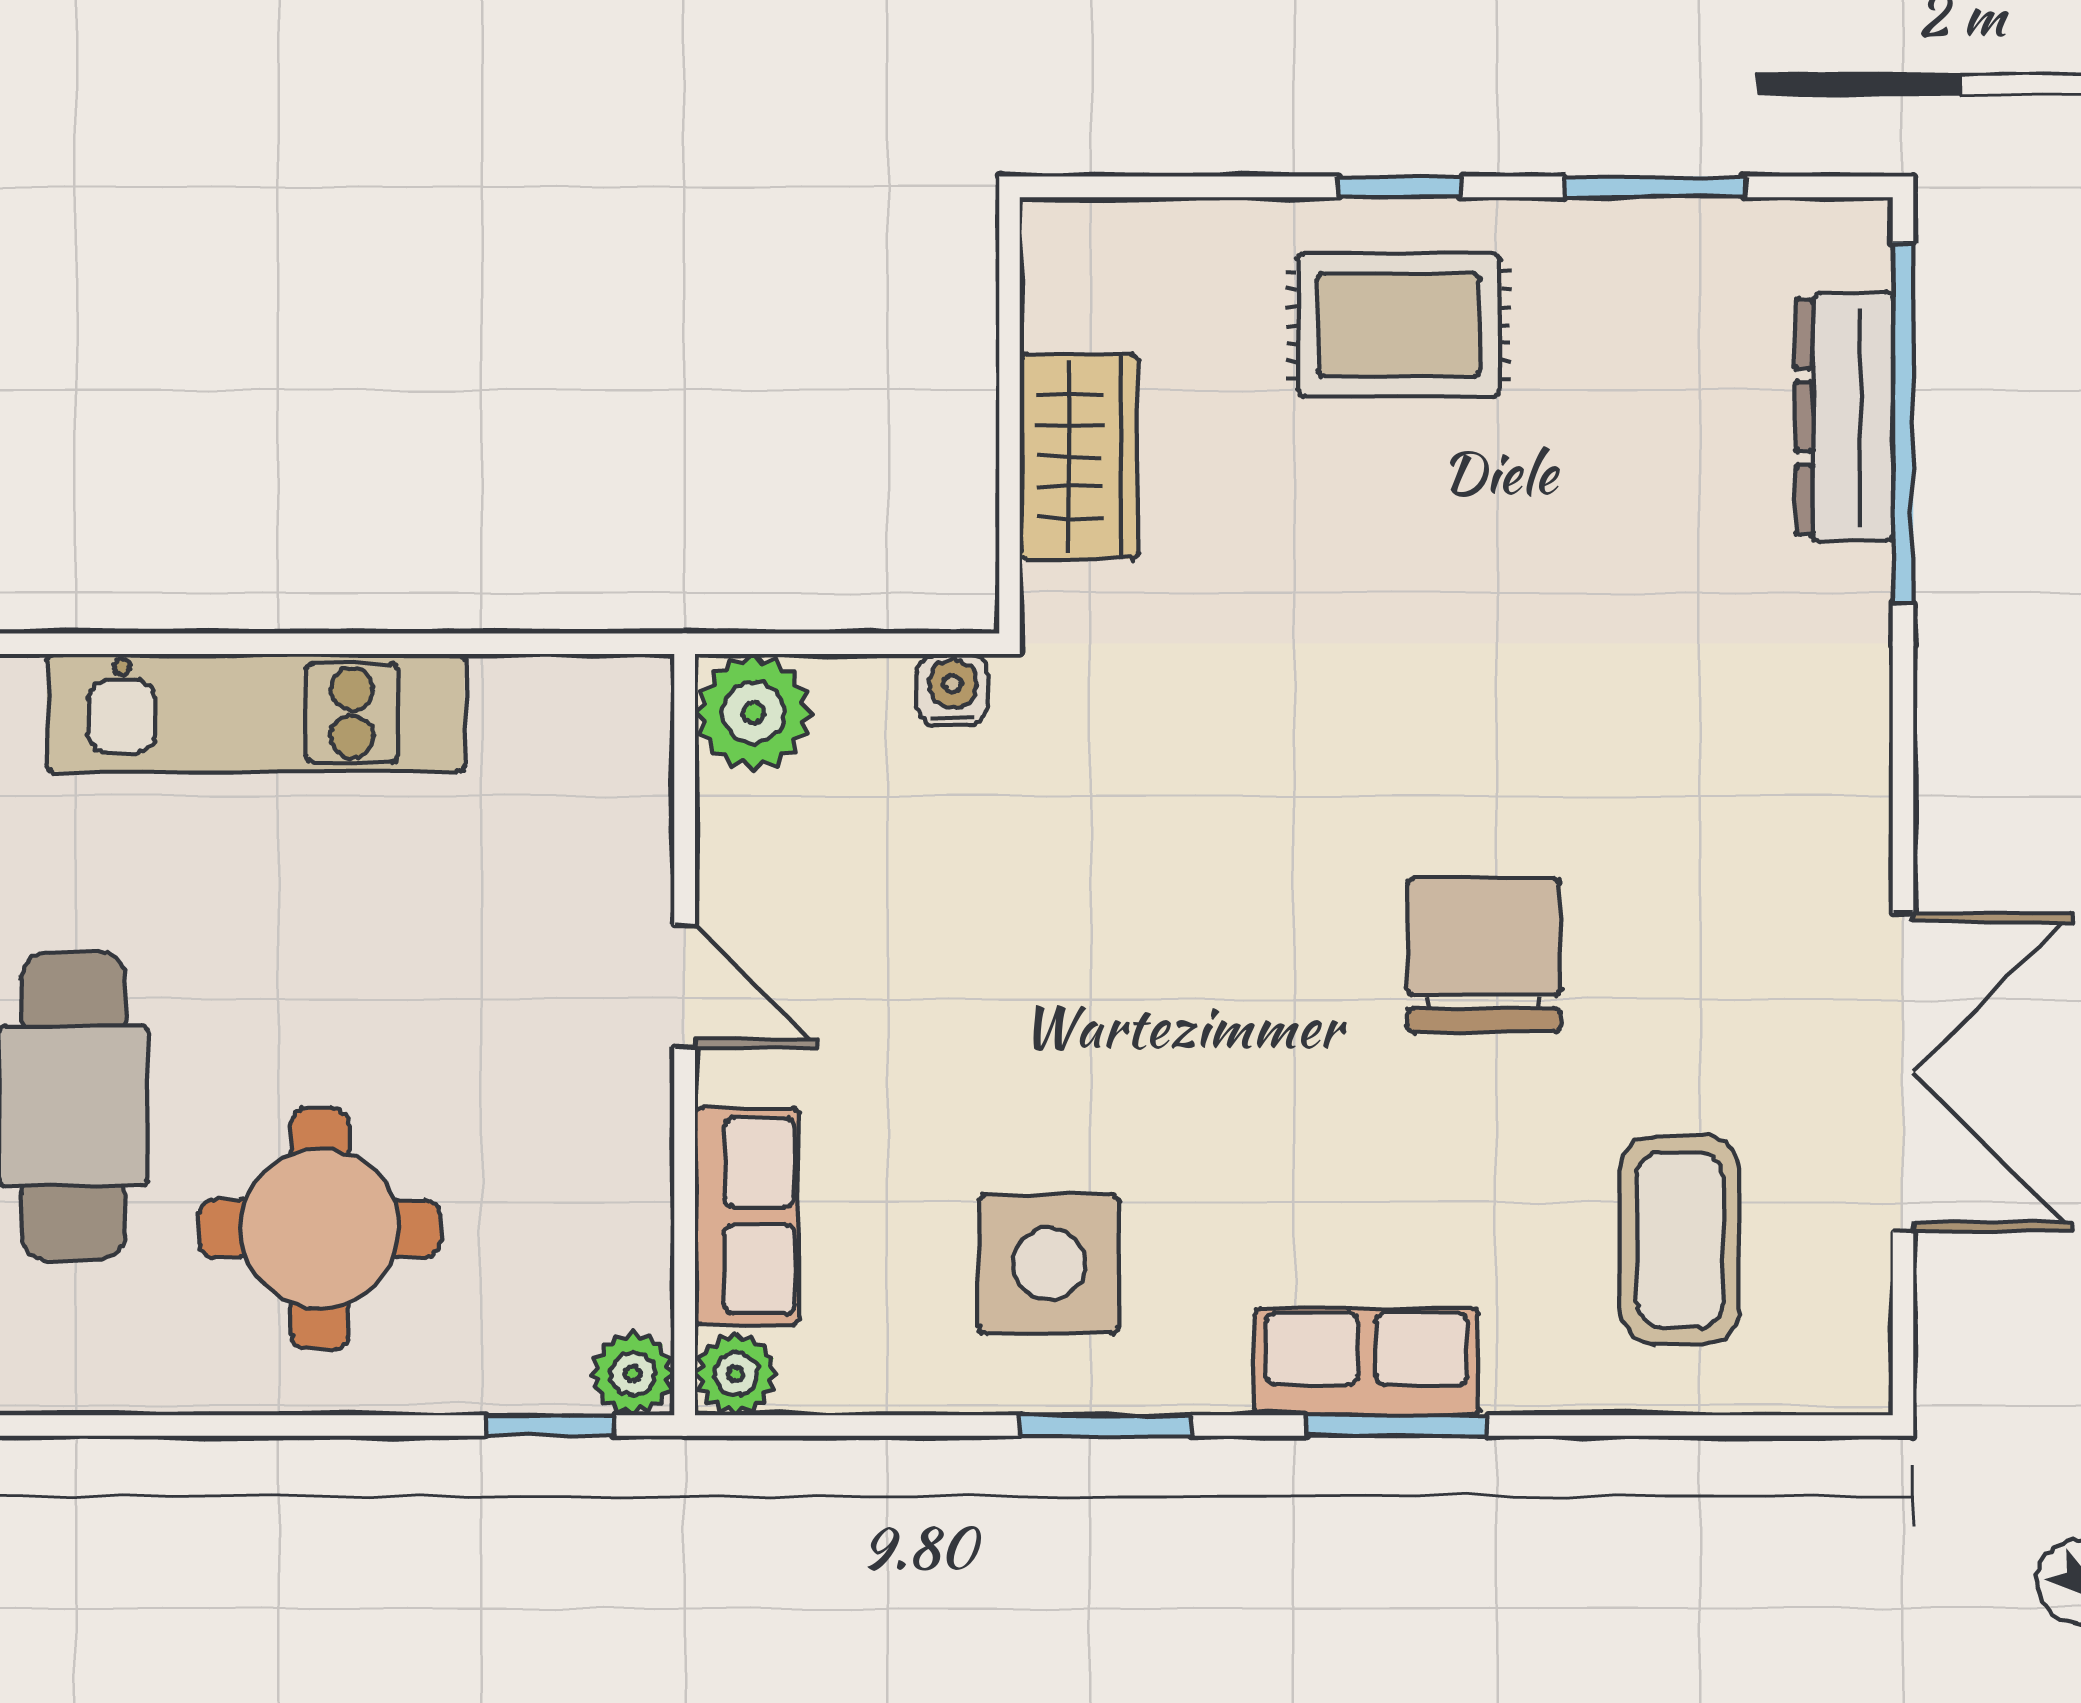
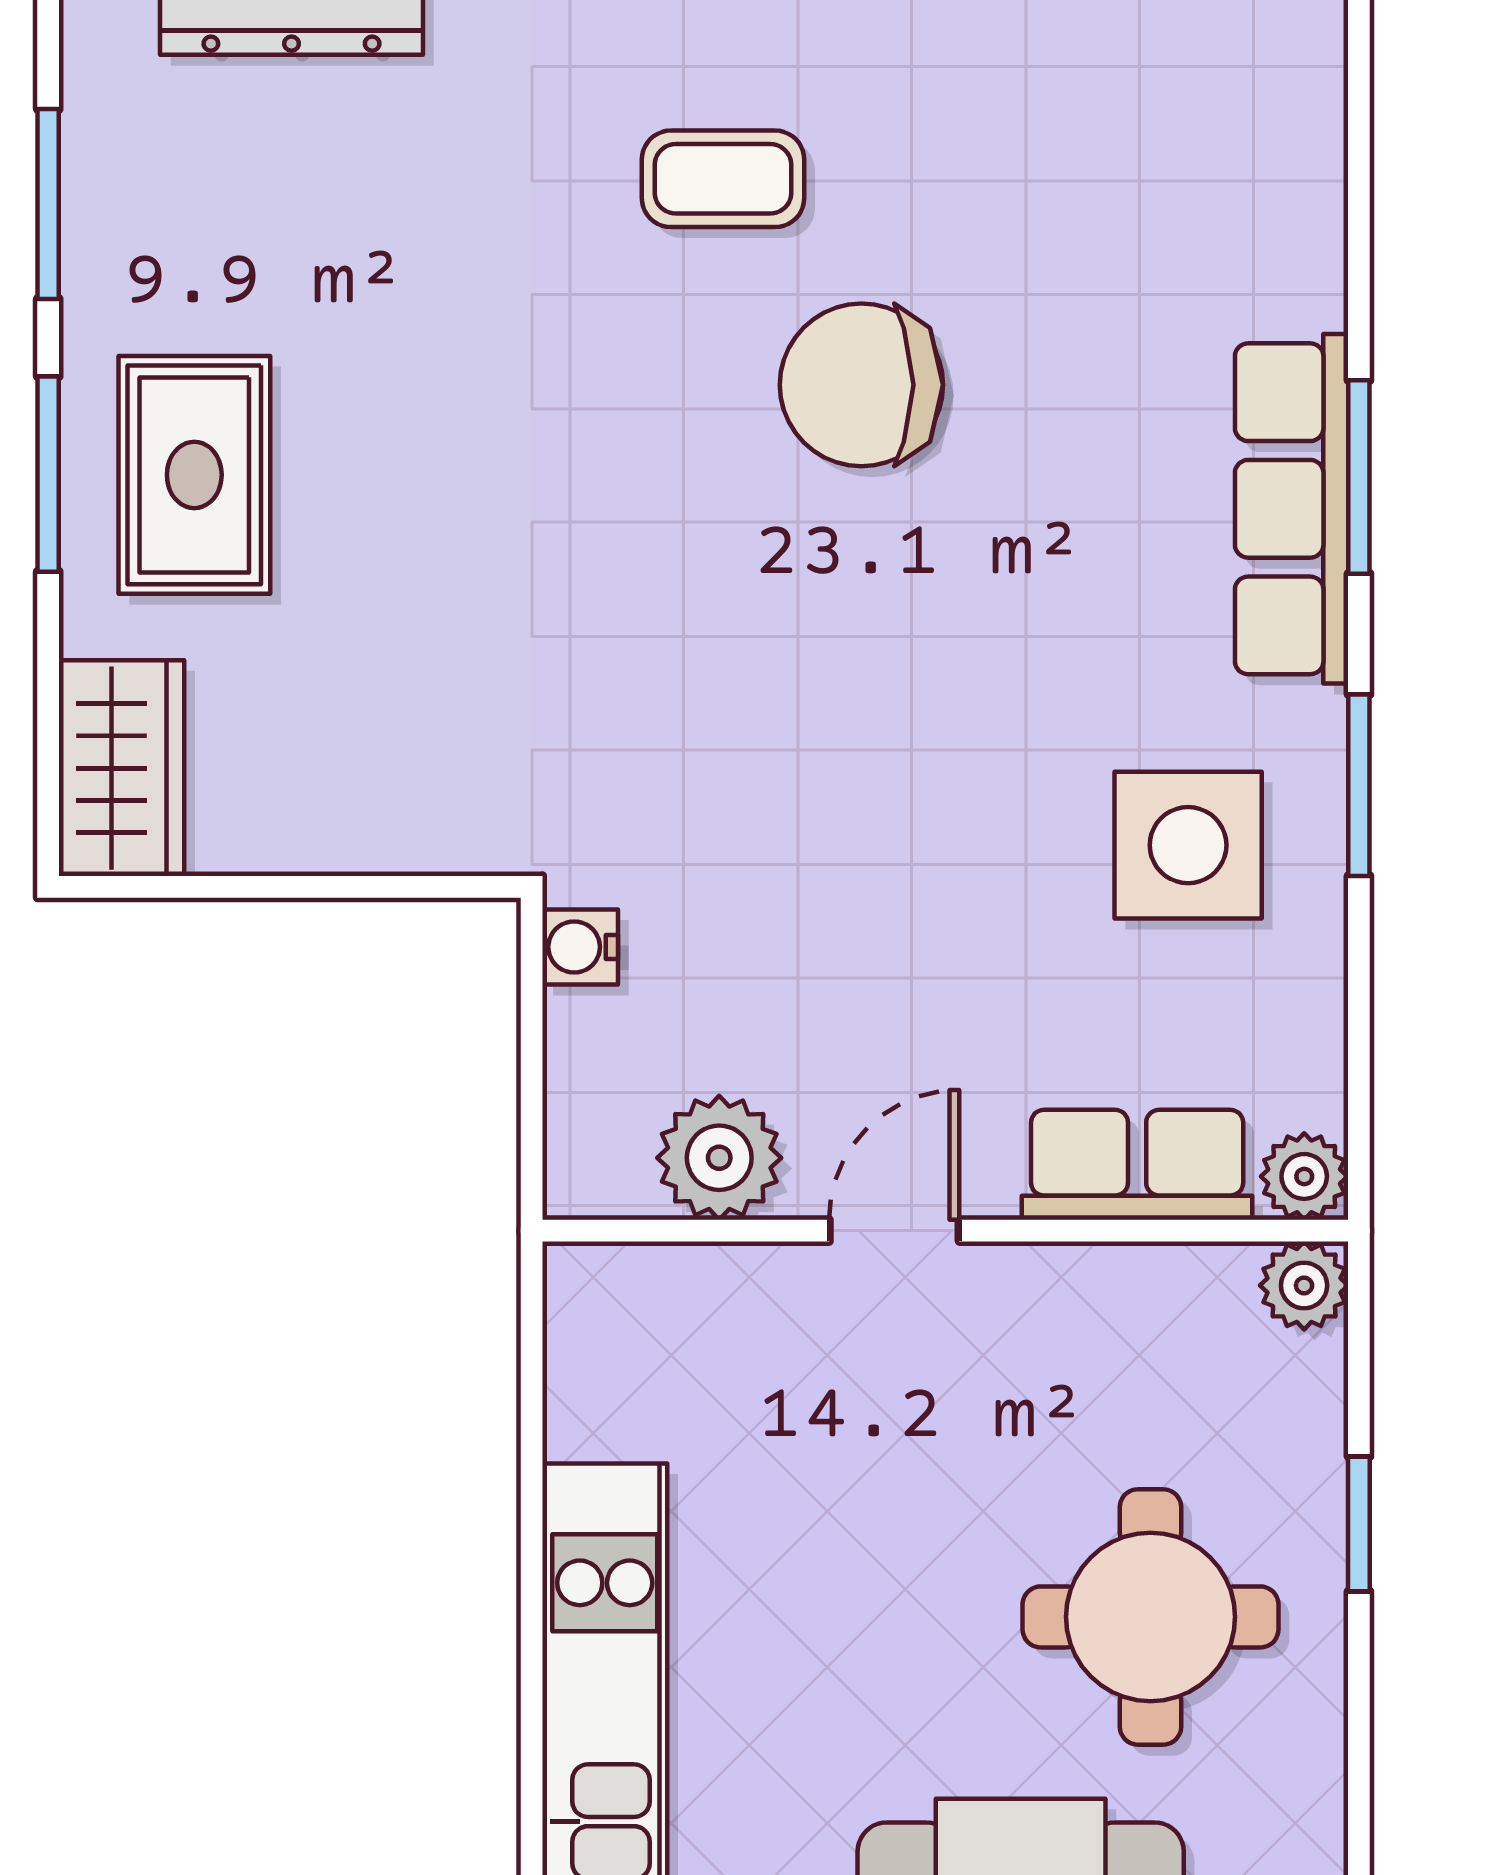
window: (1400, 187) -> (48, 474), width x1.50
wardrobe: (1079, 457) -> (122, 768), moved, turned 90
plant: (753, 713) -> (719, 1158), moved
coffee table: (1680, 1240) -> (723, 179), moved, width x0.73, depth x0.77
row of seats: (1367, 1362) -> (1292, 509), width x1.48
window: (550, 1425) -> (1359, 1524), moved

